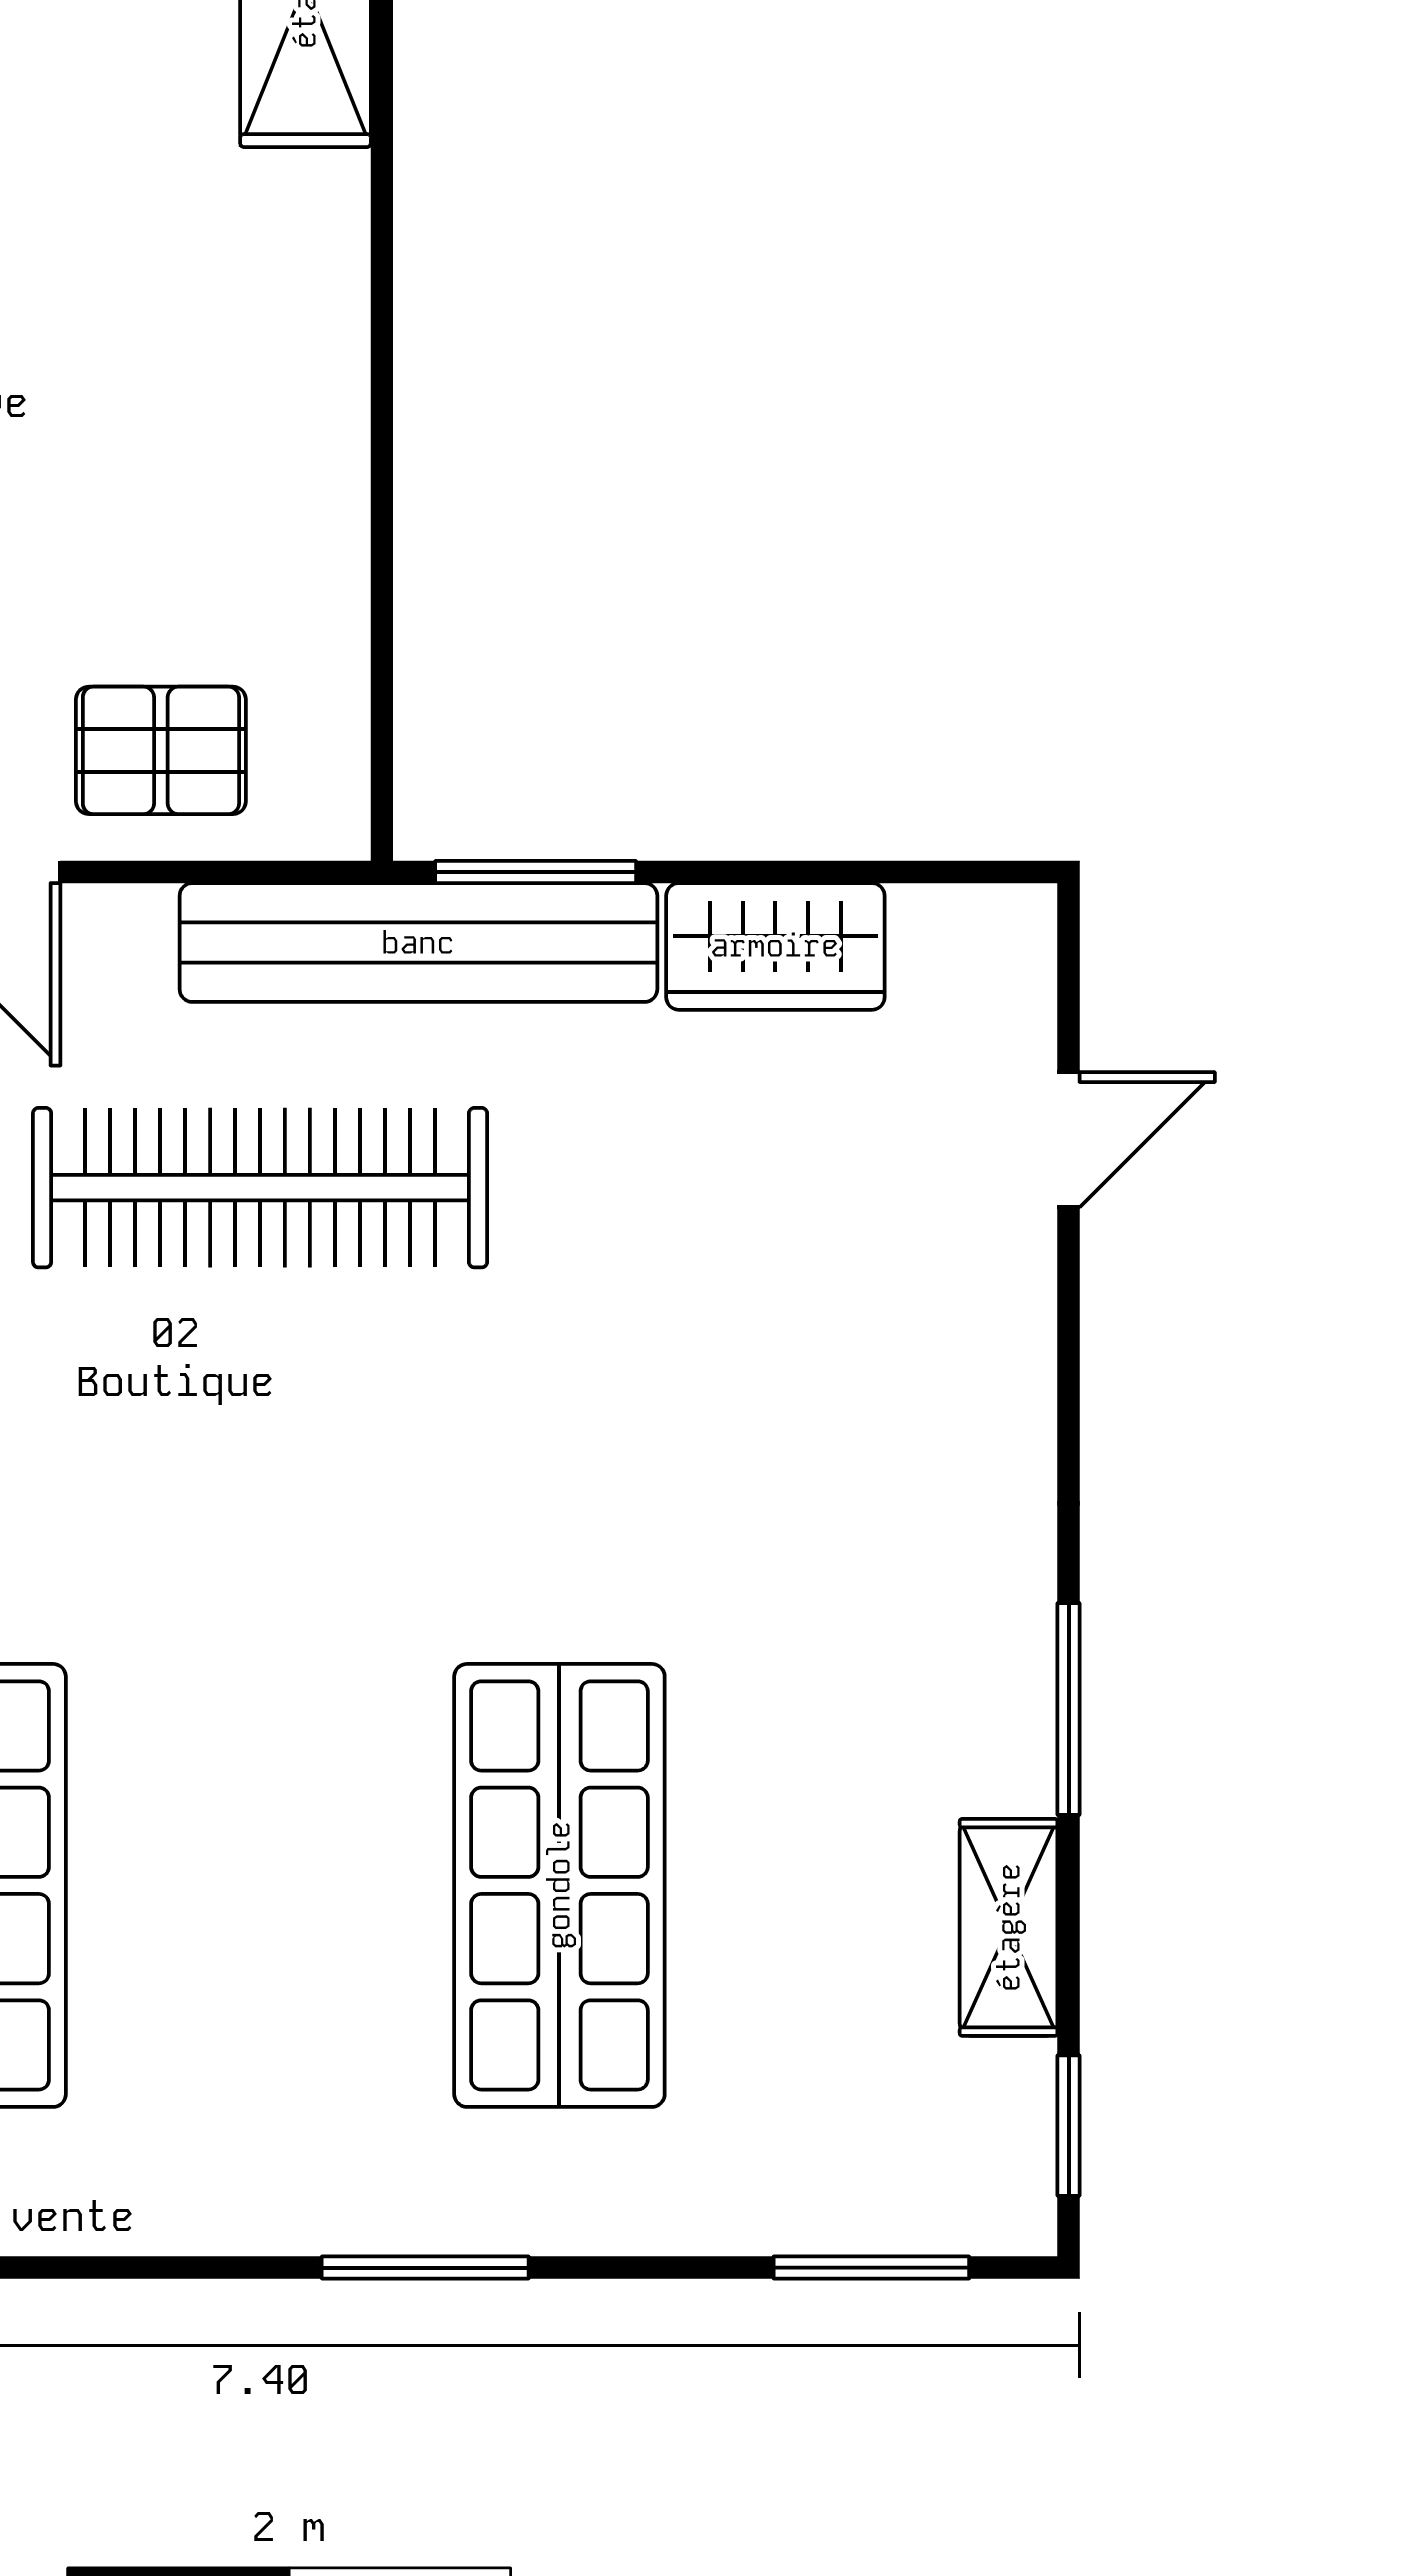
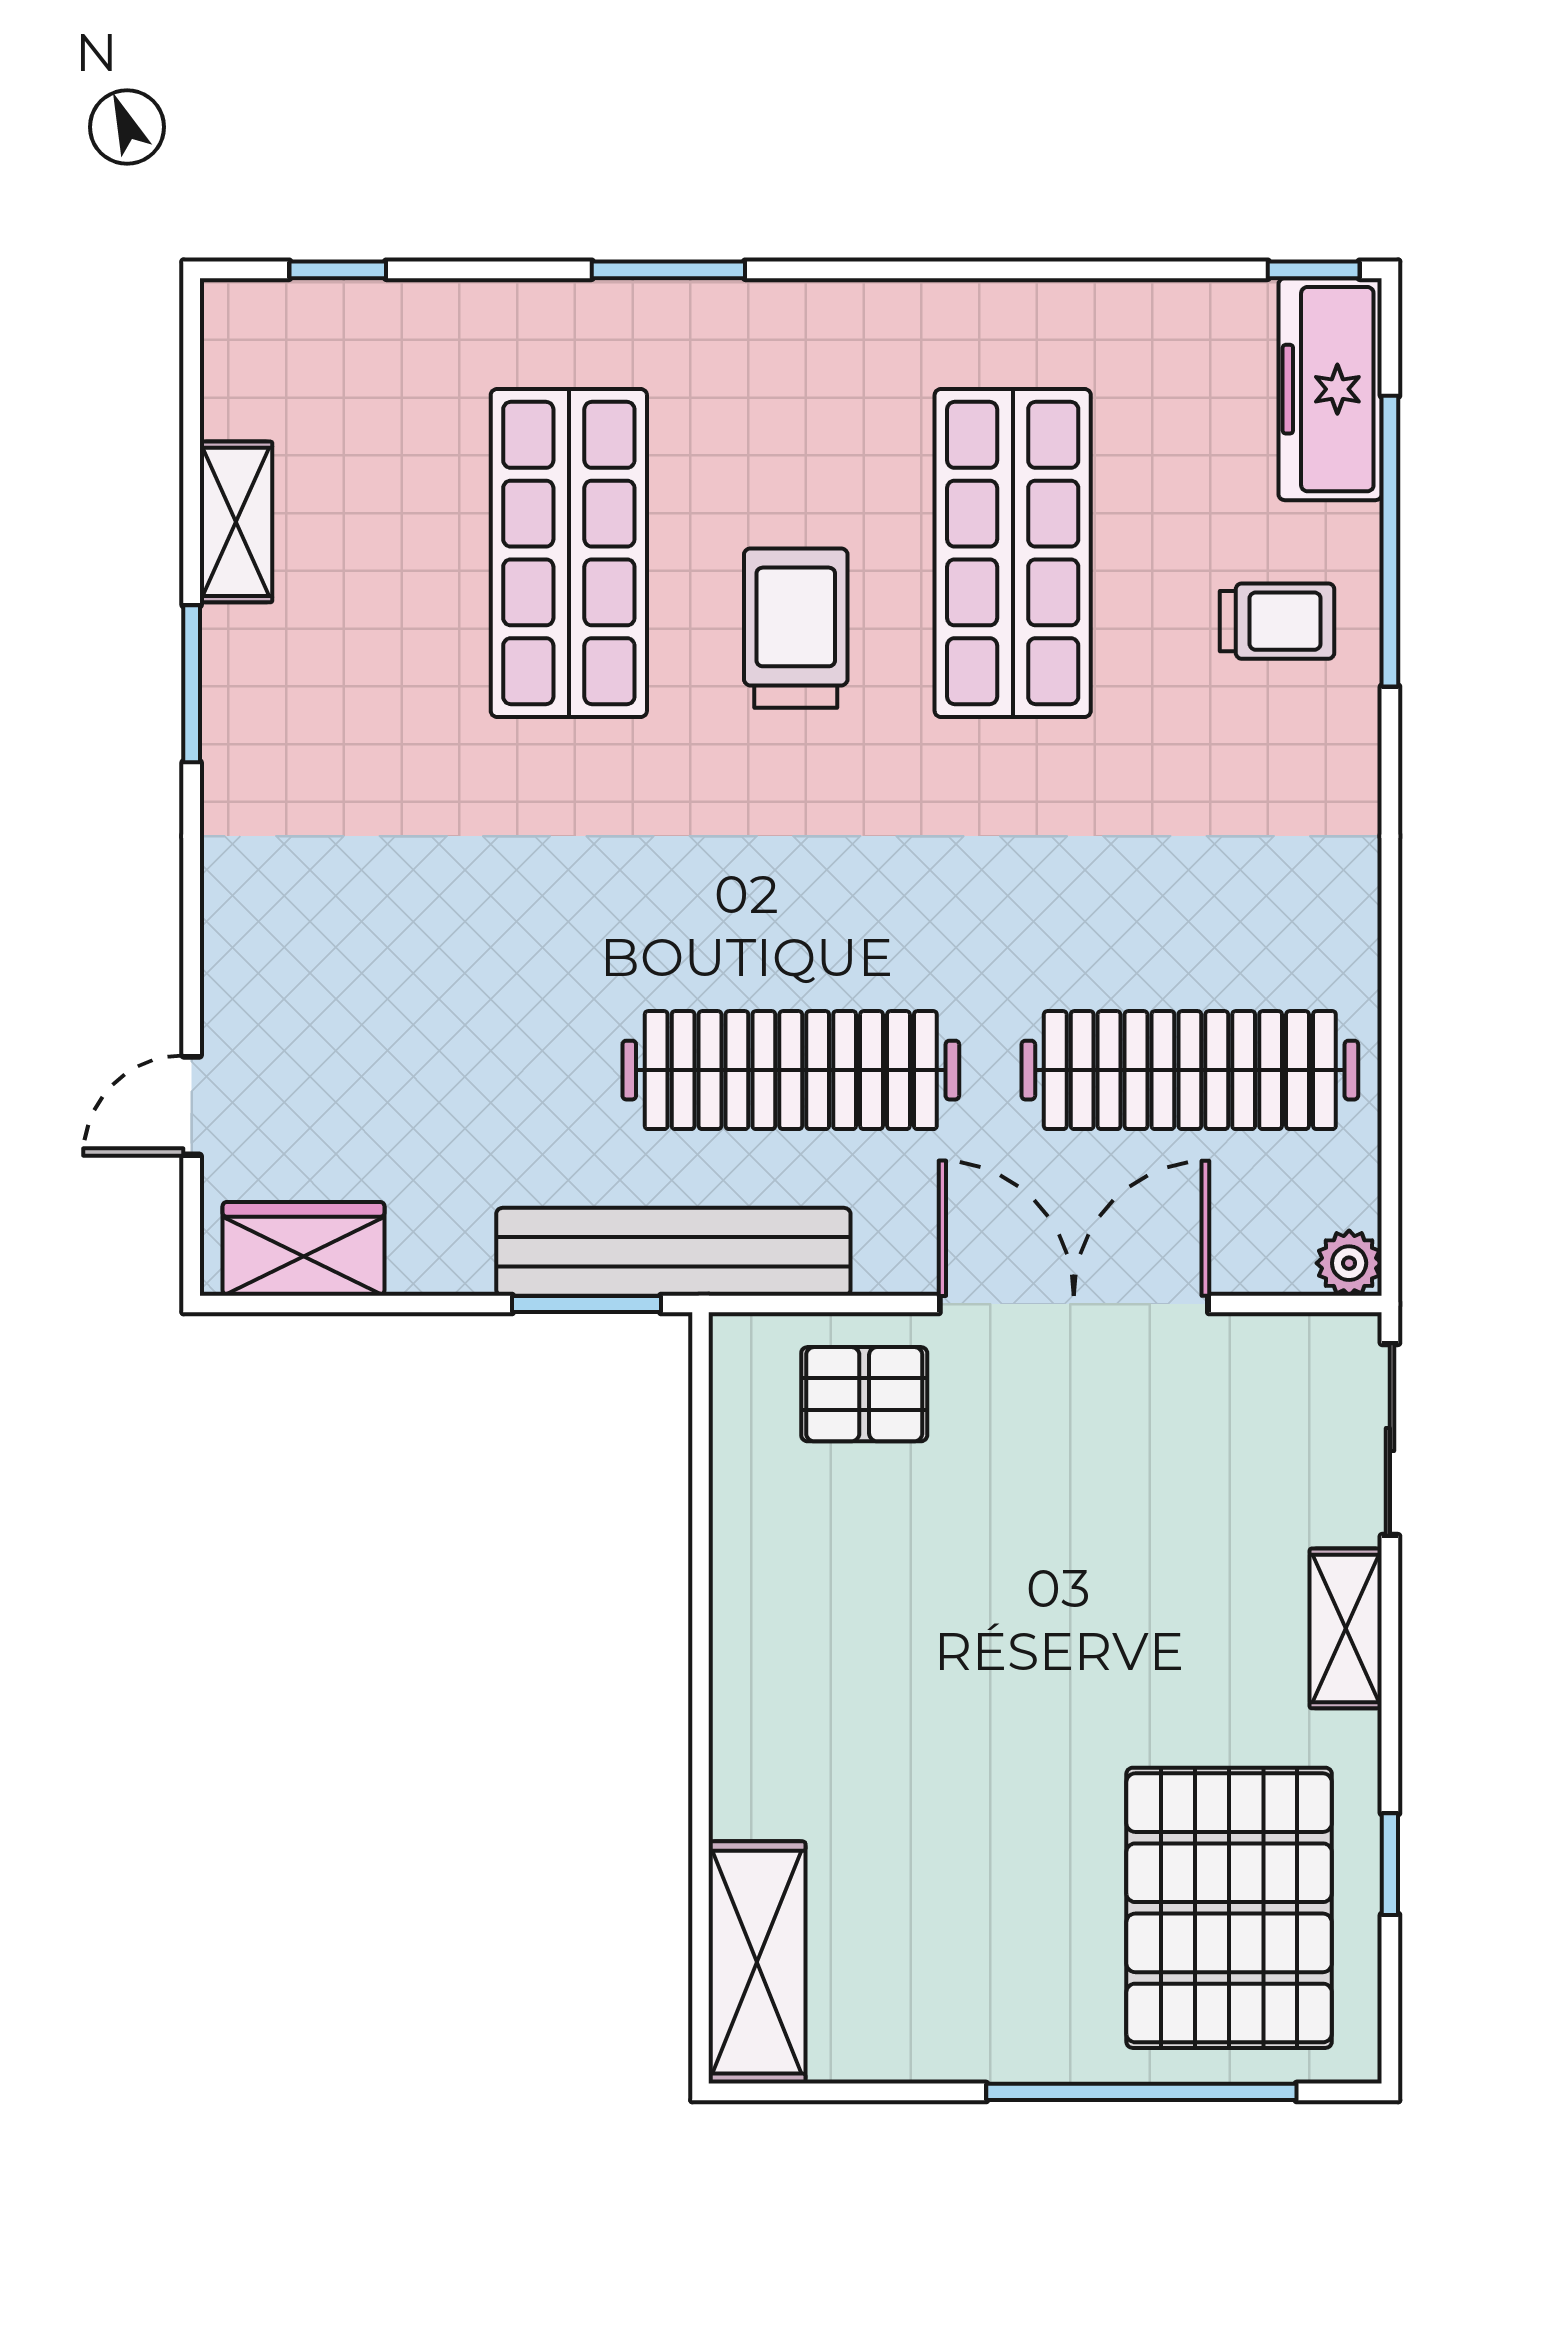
wardrobe: (775, 946) -> (304, 1249), moved
trolley: (253, 1784) -> (796, 628), added
window: (1069, 2126) -> (192, 375), removed
window: (871, 2268) -> (338, 270), width x0.67

